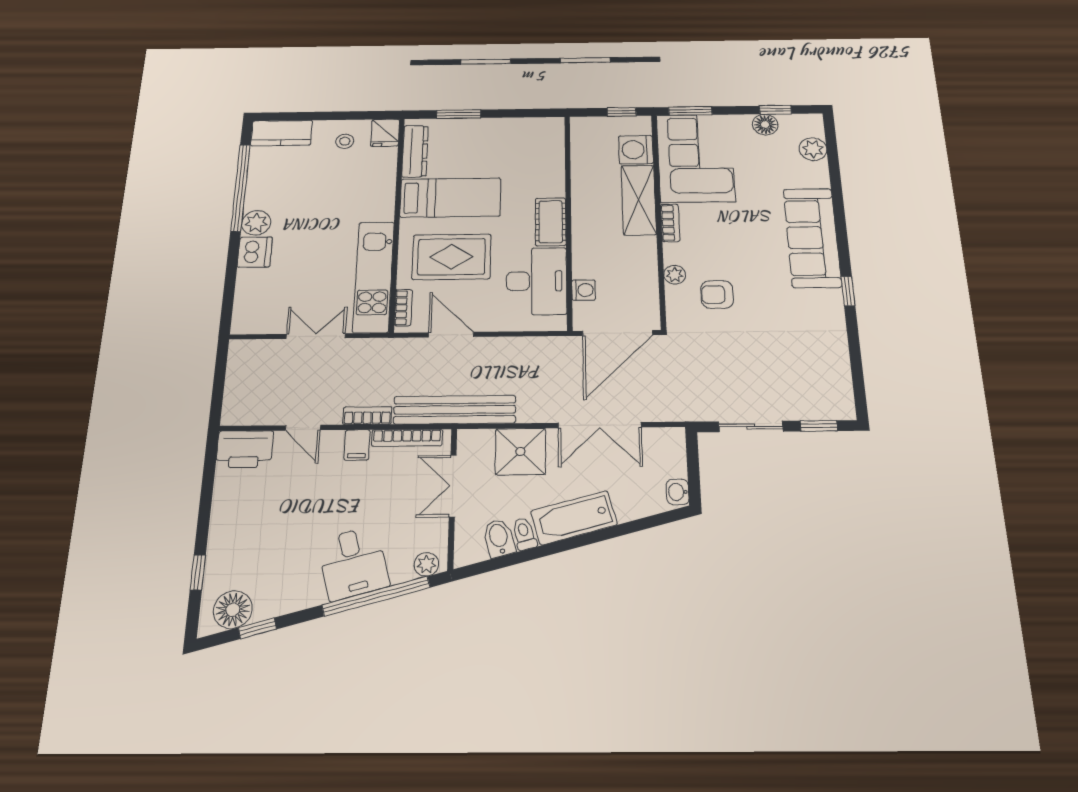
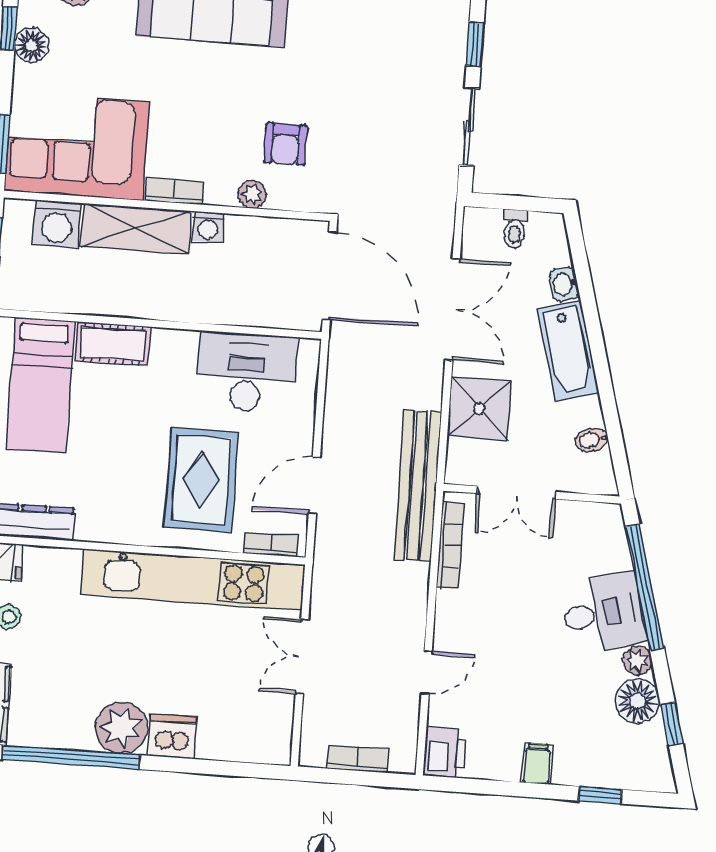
bed: (450, 198) -> (40, 385), moved, turned 180
cot: (551, 222) -> (113, 344), moved
plant: (256, 223) -> (122, 728), width x1.36, depth x1.36
kitchen unit: (374, 277) -> (193, 580), width x1.36
washing machine: (584, 290) -> (208, 227), moved, turned 180
bookcase: (367, 416) -> (357, 759), moved, turned 90
filing cabinet: (357, 445) -> (537, 764), moved, turned -90
printer: (245, 449) -> (445, 753), width x0.73, depth x0.84
washbasin: (678, 492) -> (564, 284), moved, turned 75
toilet: (524, 534) -> (515, 229), moved, turned -75
bidet: (499, 538) -> (592, 440), width x0.72, depth x0.74
plant: (426, 564) -> (638, 661), moved
floor lamp: (233, 610) -> (637, 701), moved

